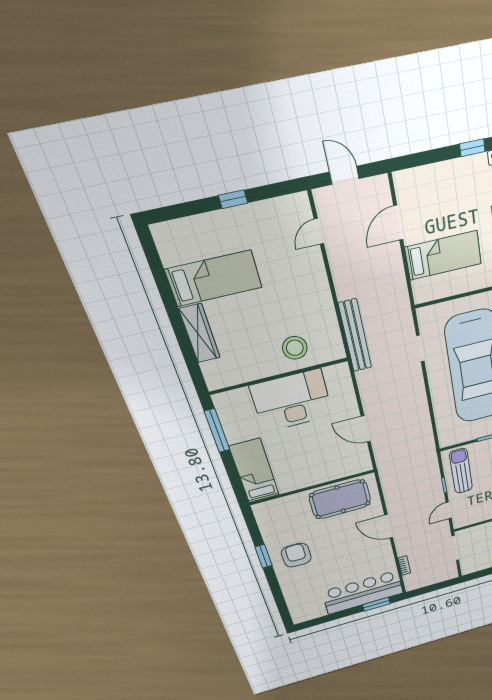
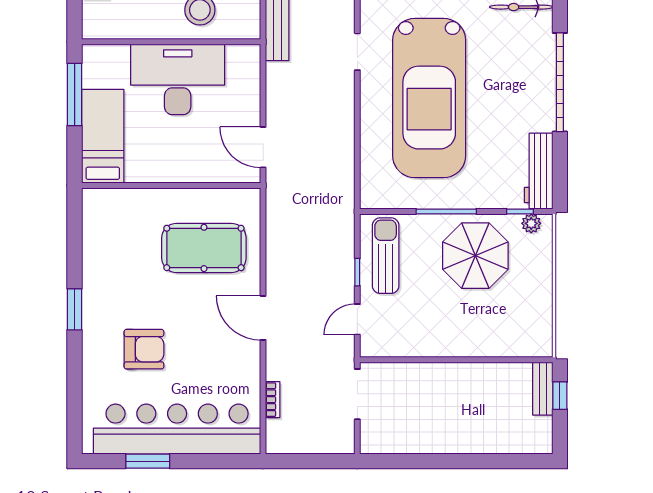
bed: (254, 471) -> (103, 136), moved
wall: (312, 487) -> (171, 185), moved
armchair: (296, 555) -> (144, 349), moved, turned 90
bar counter: (363, 592) -> (177, 429), width x1.36
window: (376, 604) -> (148, 461), moved

